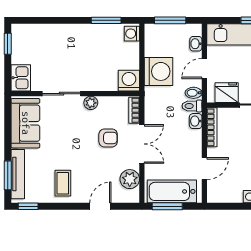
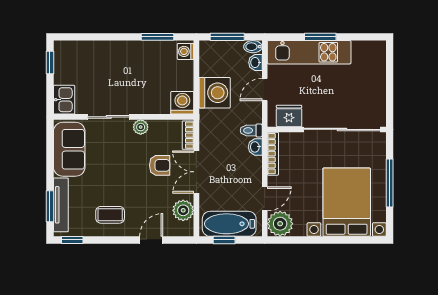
bidet: (194, 93) -> (253, 47), moved
double door: (142, 144) -> (196, 172), swing flipped
coffee table: (63, 183) -> (110, 215), turned 90
plant: (218, 191) -> (280, 224), added
window: (167, 206) -> (224, 240), width x0.67

